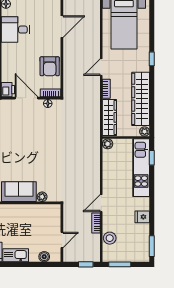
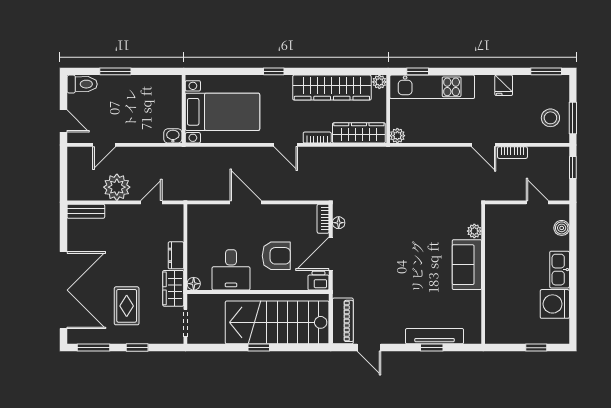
door: (62, 27) -> (246, 202), moved
armchair: (50, 66) -> (276, 256), moved
stool: (110, 238) -> (550, 118), moved

